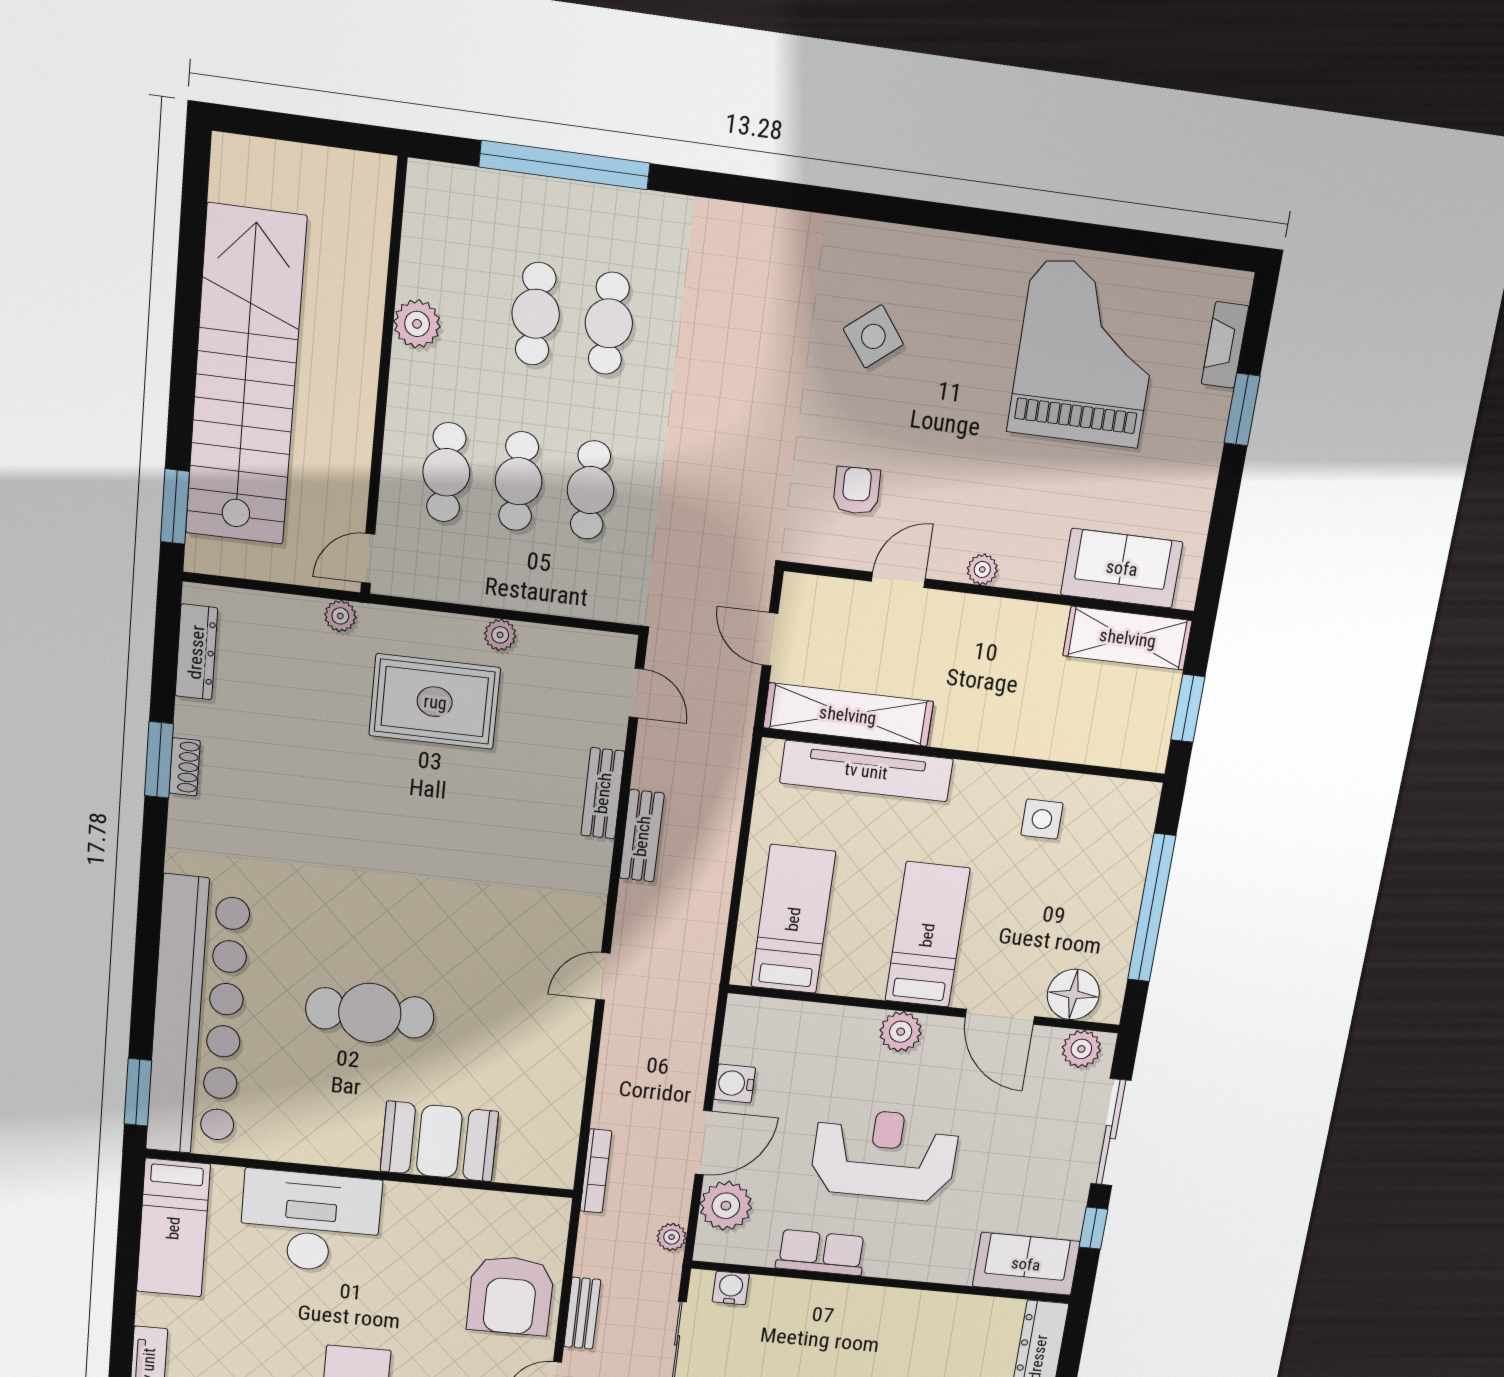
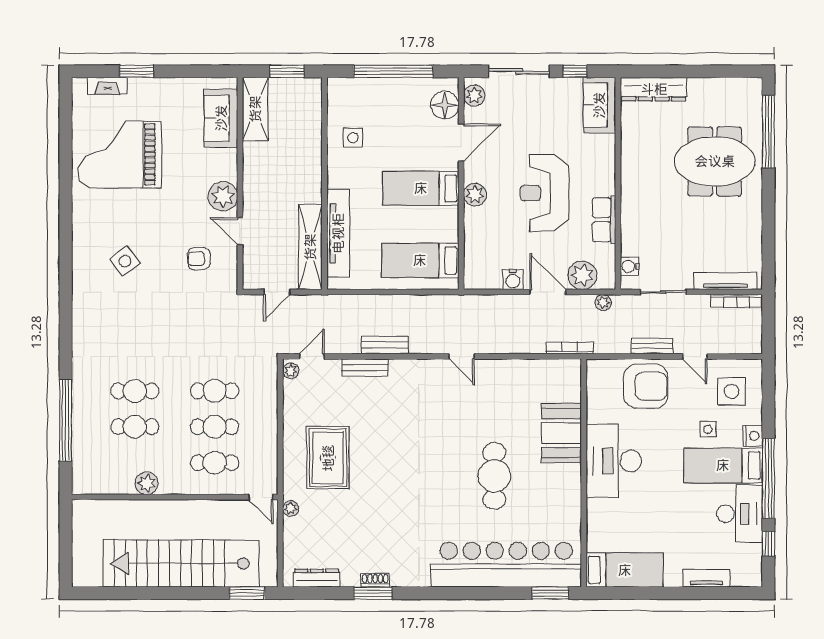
plant: (982, 569) -> (223, 196), width x1.88, depth x1.88
plant: (500, 635) -> (291, 371), moved
desk: (310, 1222) -> (614, 461), moved

